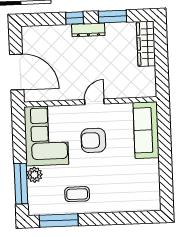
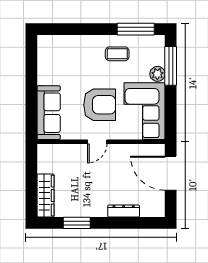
window: (75, 18) -> (113, 223), removed
dresser: (88, 30) -> (124, 211), moved
armchair: (93, 140) -> (100, 105), width x1.36, depth x1.36

